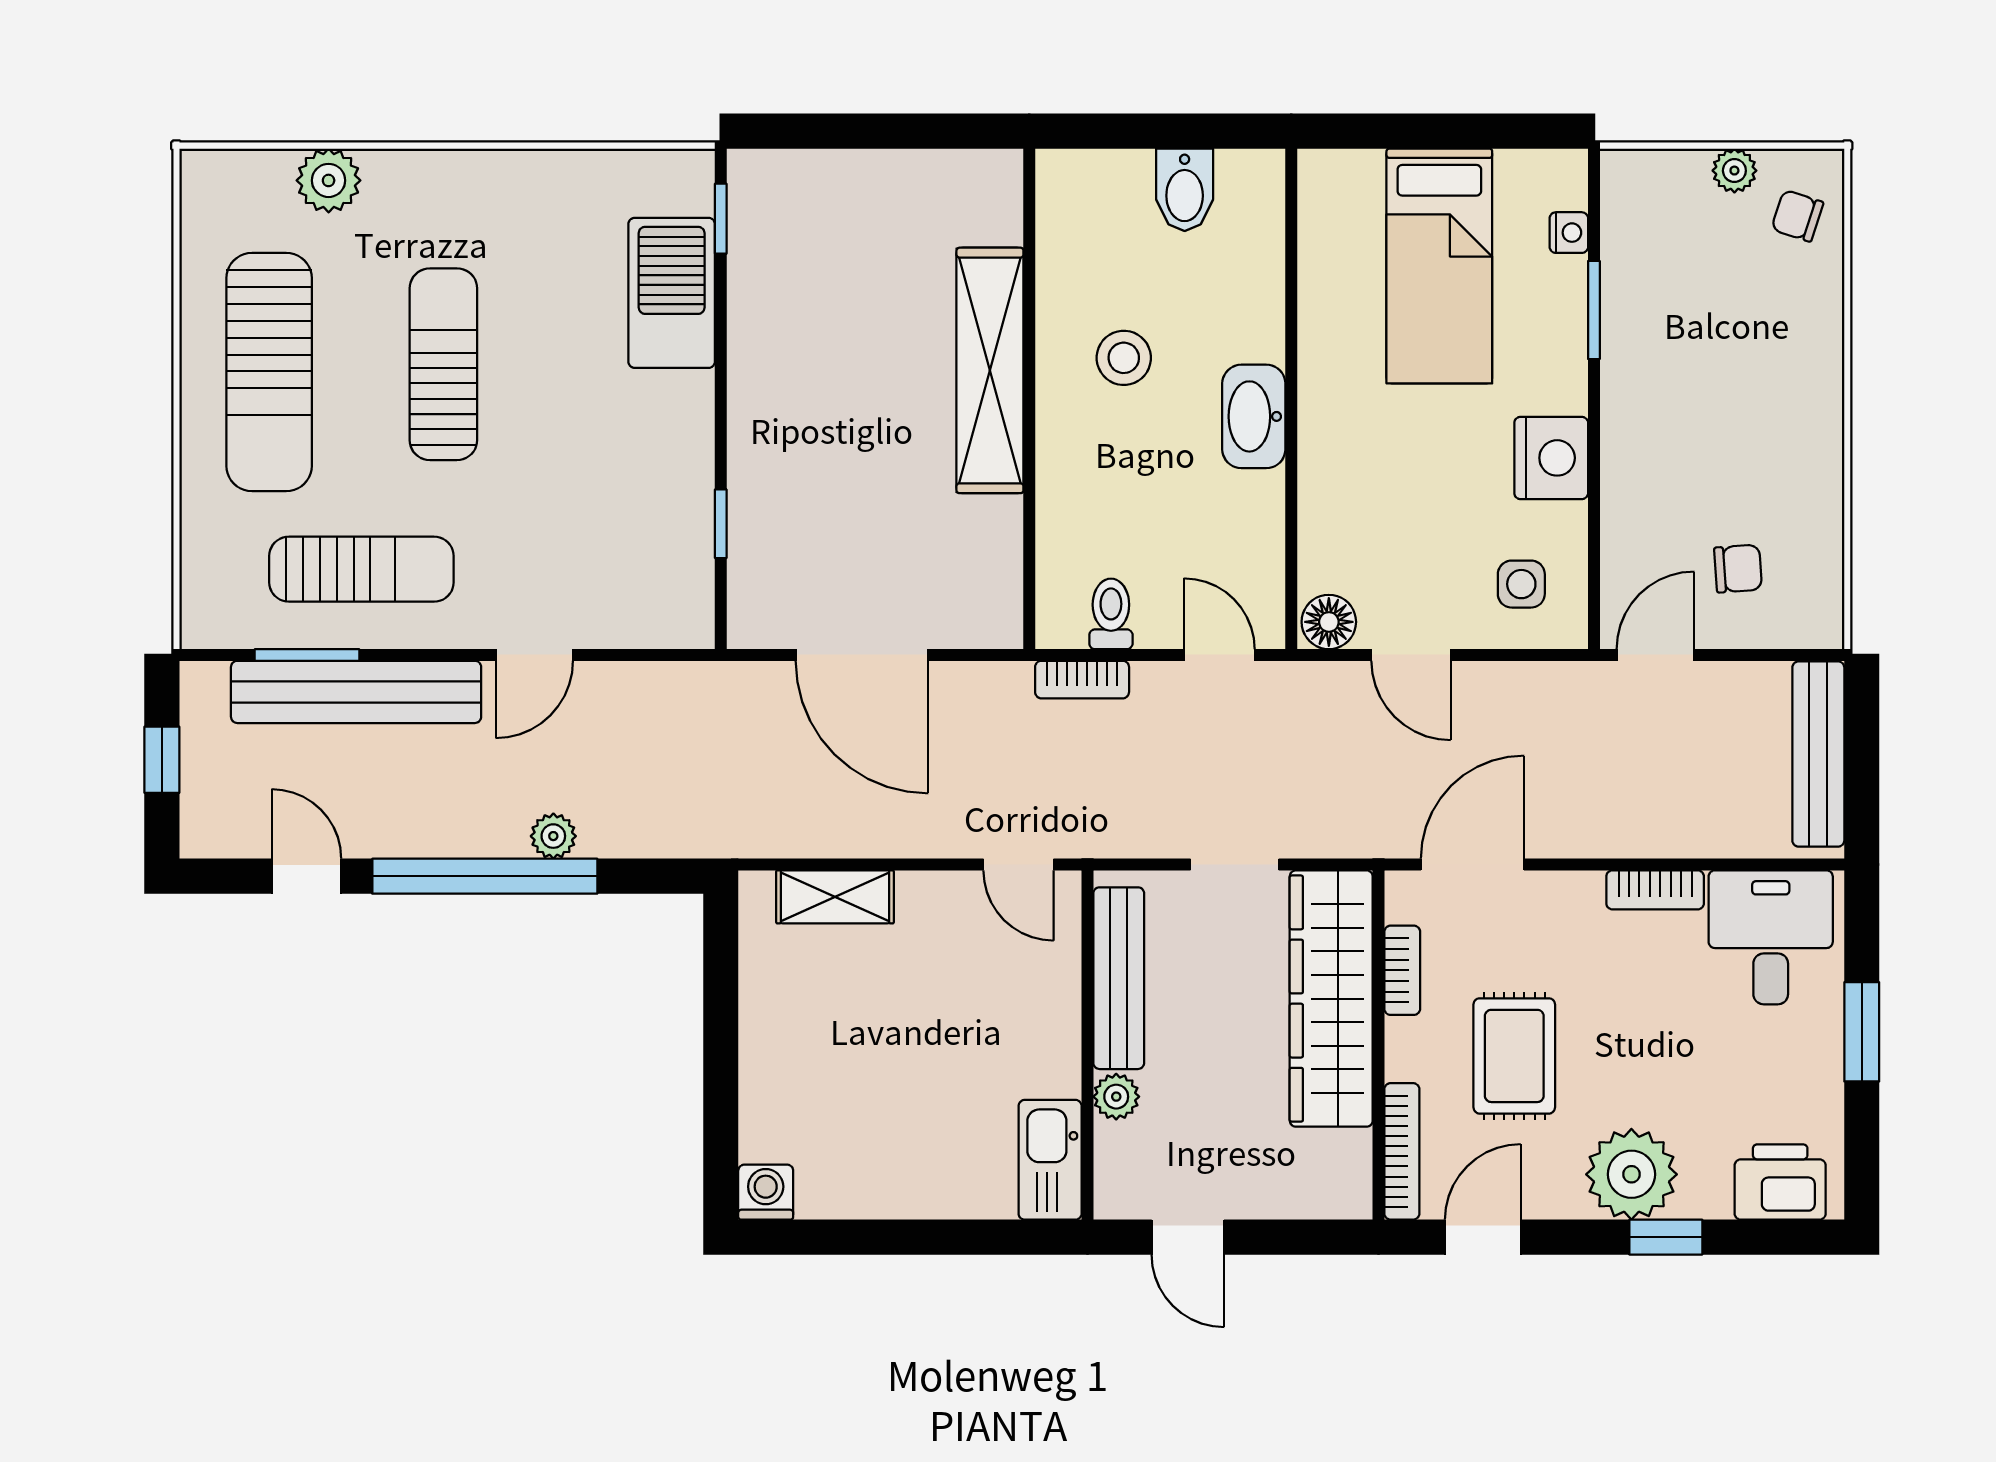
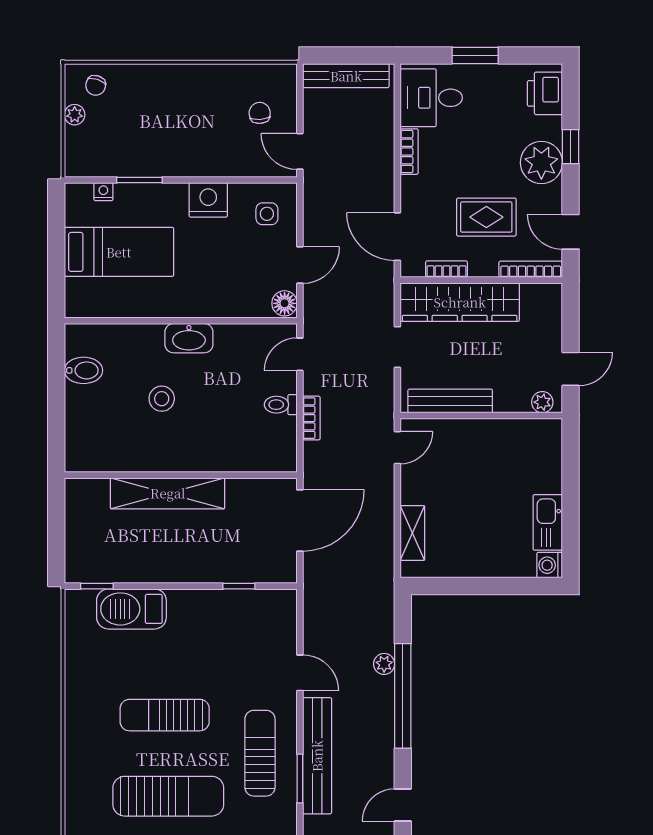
plant: (329, 180) -> (79, 769), removed
shelving: (990, 370) -> (168, 493), moved
wall: (1029, 399) -> (181, 475), moved
door: (306, 876) -> (403, 805), moved
plant: (1116, 1097) -> (542, 402), moved
kitchen sink: (1050, 1160) -> (548, 522), moved, turned 90

